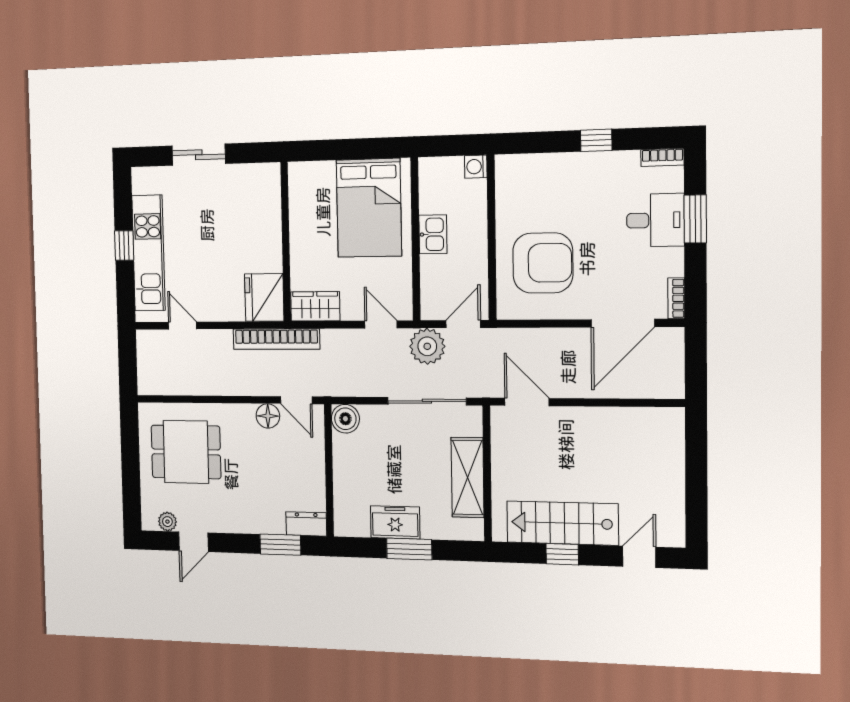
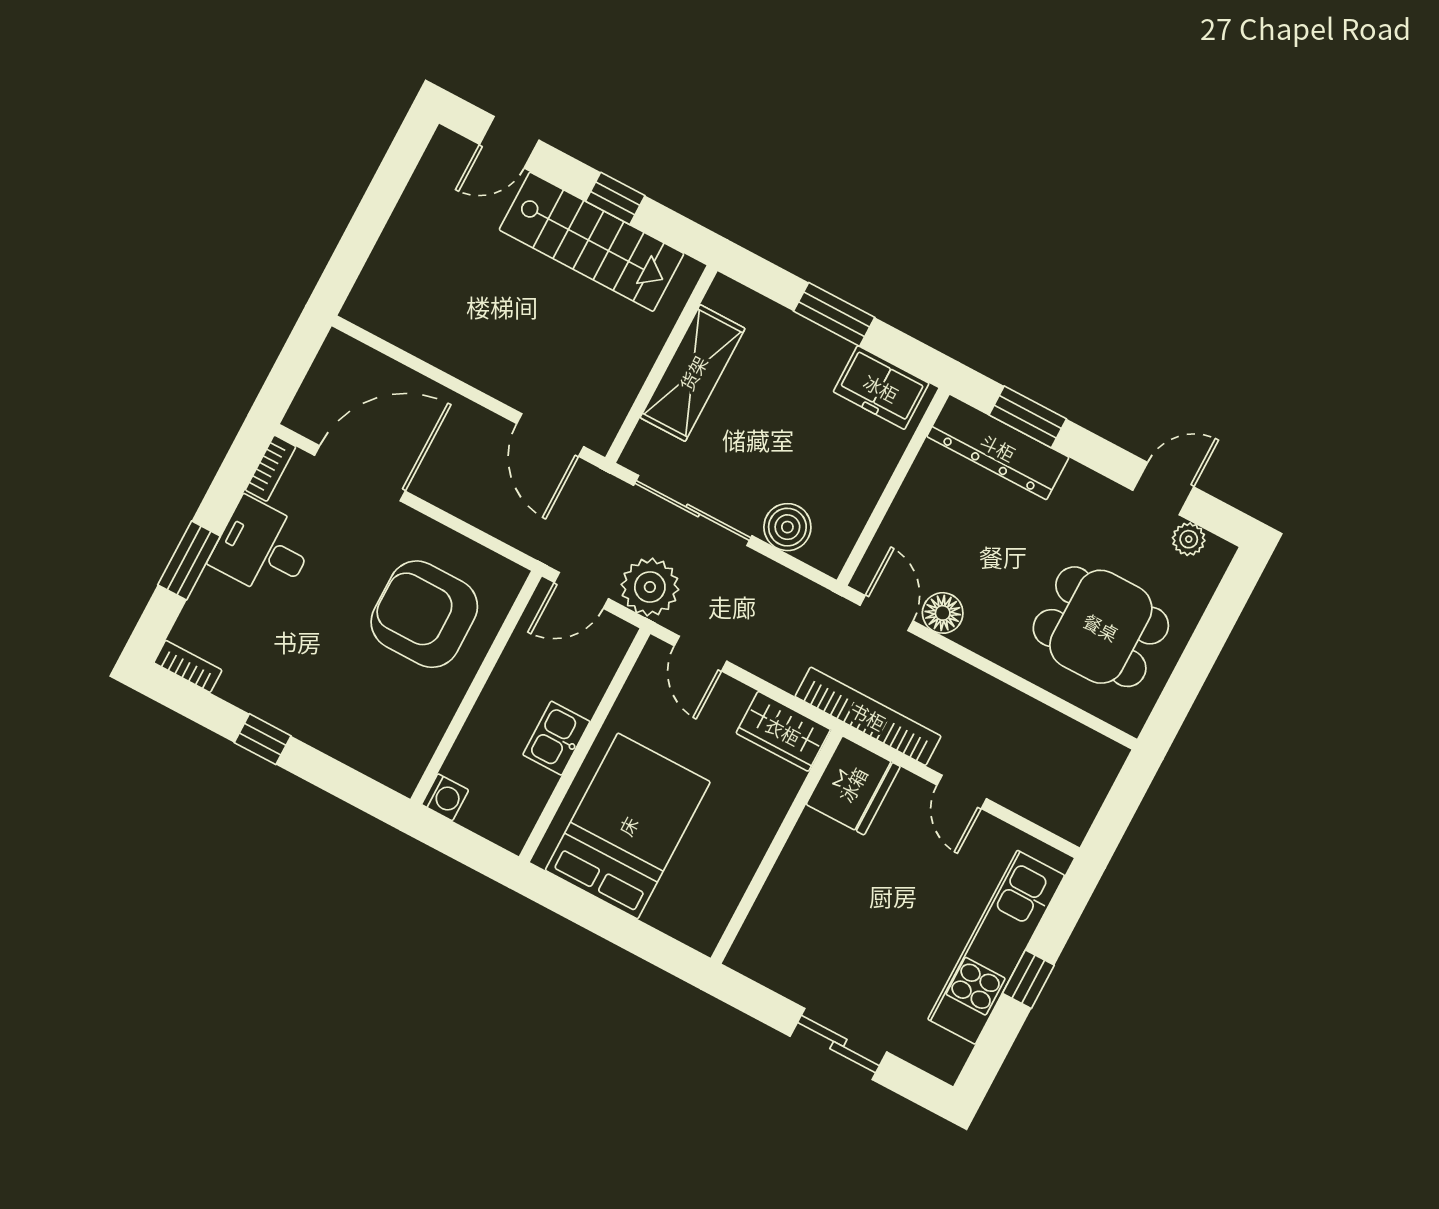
desk: (655, 220) -> (263, 548), moved
door: (183, 326) -> (962, 792), moved
boiler: (345, 419) -> (787, 527), moved
freezer: (395, 522) -> (881, 388), moved
dresser: (306, 524) -> (998, 447), width x1.96, depth x1.24

